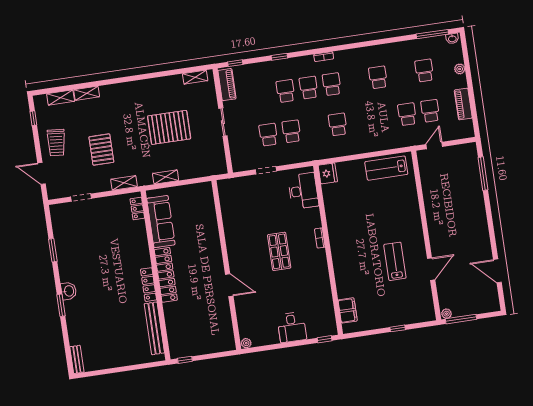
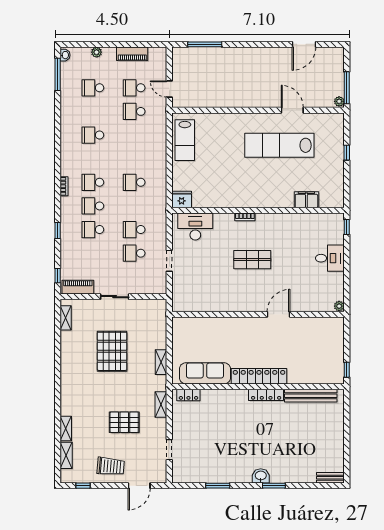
lab bench: (395, 261) -> (279, 145), width x1.86, depth x1.39
filing cabinet: (348, 310) -> (306, 200), moved

